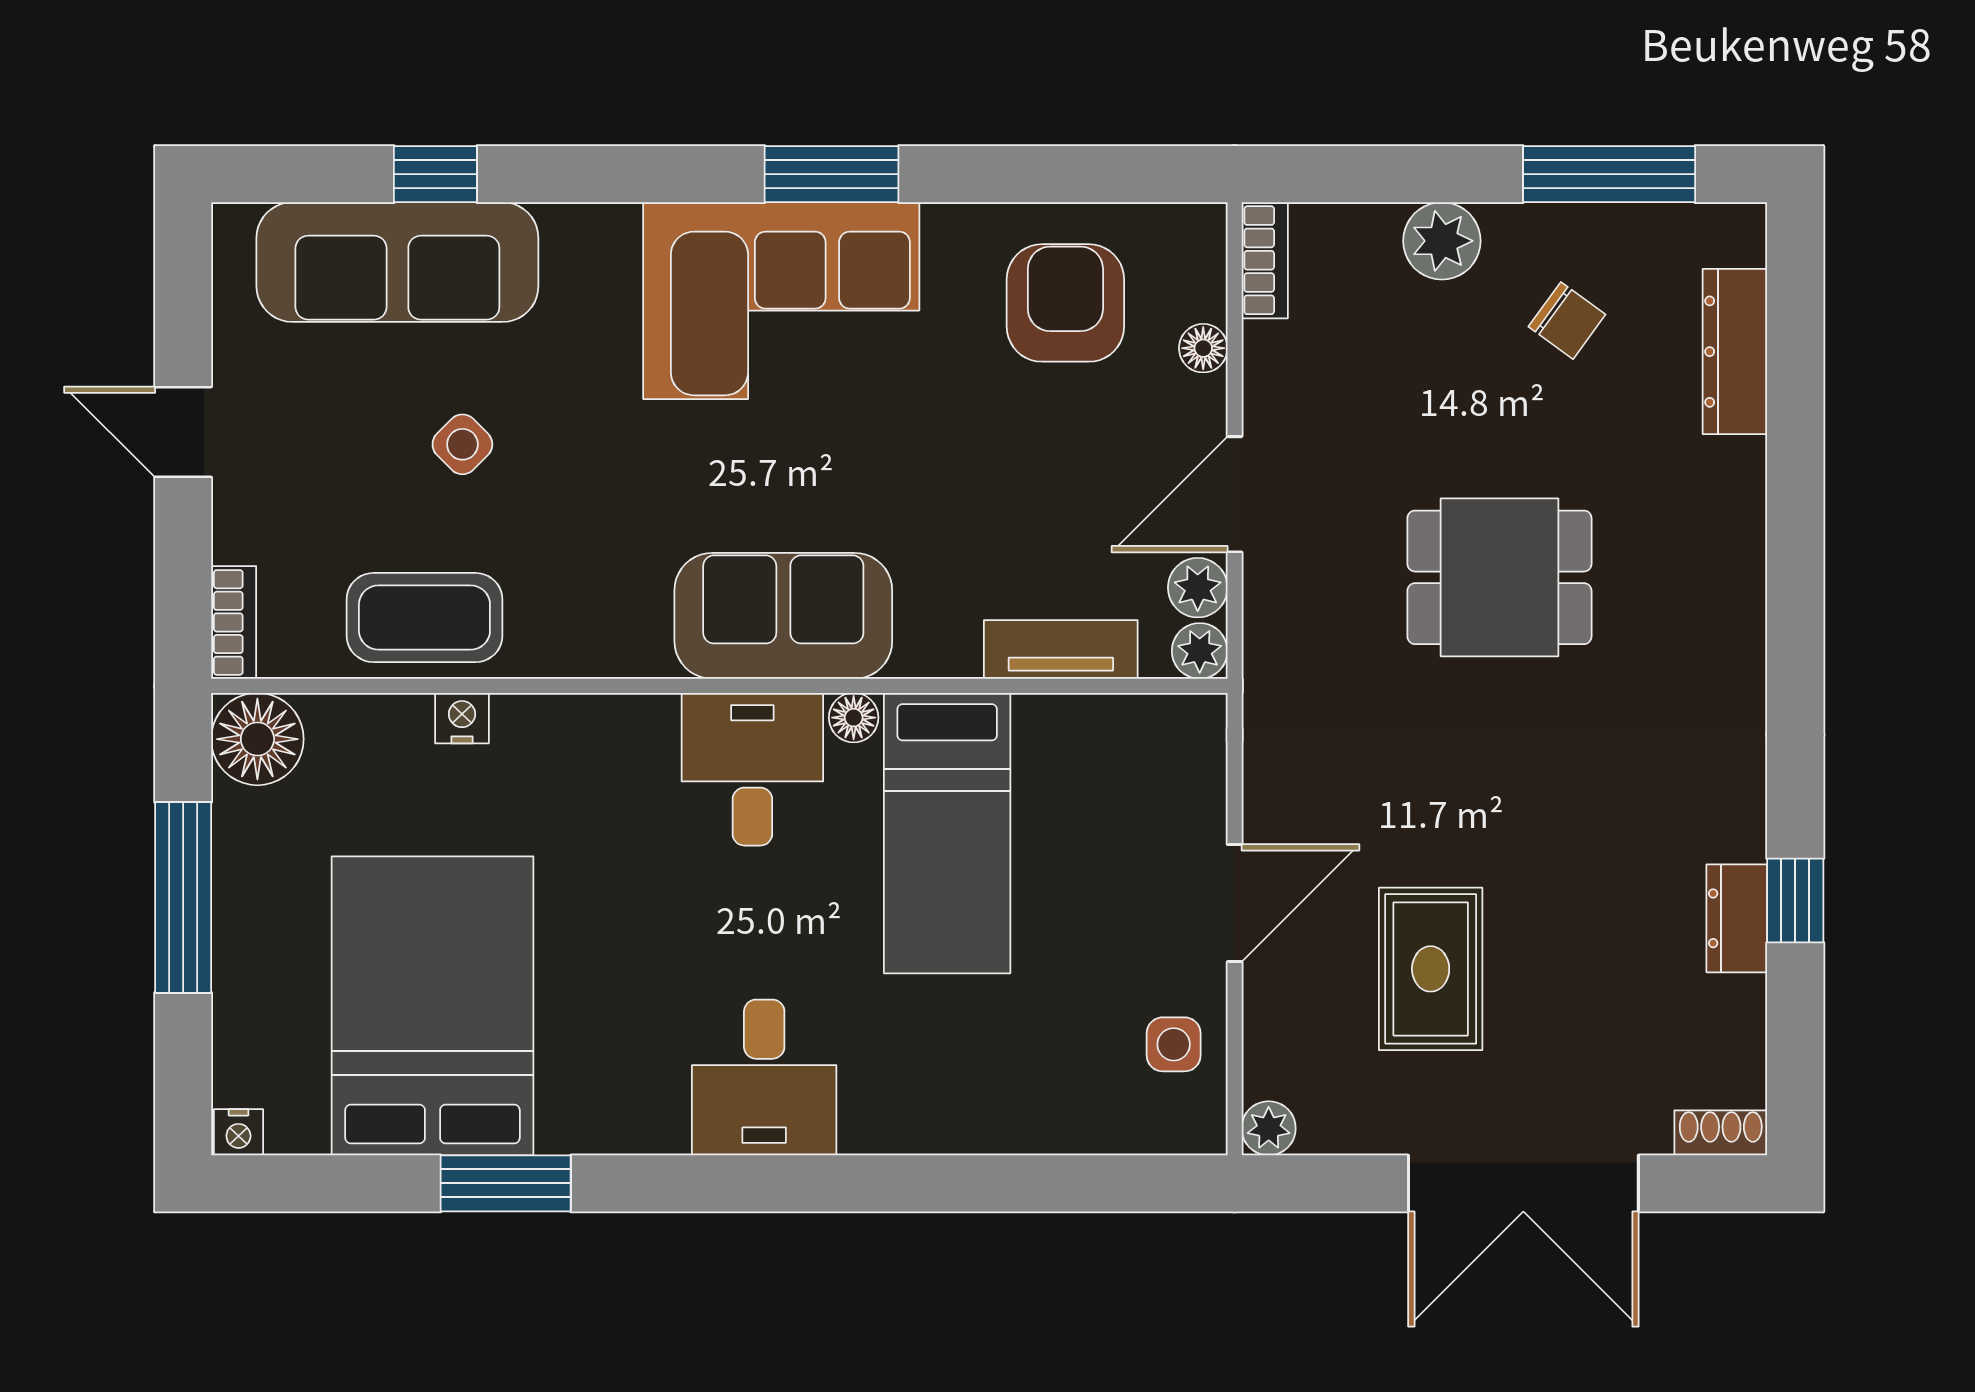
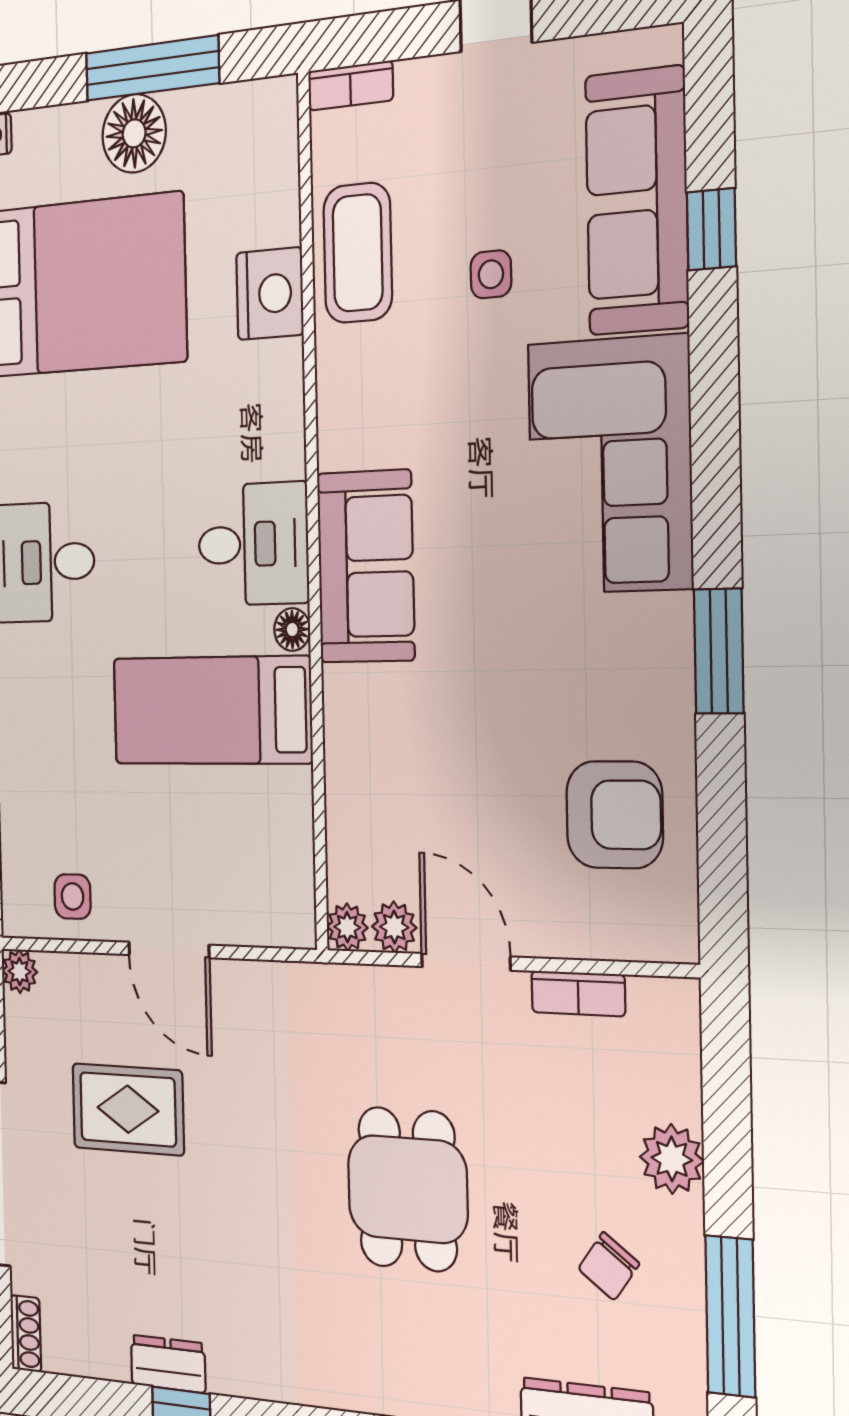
window: (832, 174) -> (719, 651), moved
bookcase: (1265, 260) -> (578, 993), moved
corner sofa: (781, 301) -> (610, 465), moved
floor lamp: (1203, 348) -> (580, 938), removed
side table: (462, 444) -> (491, 274), turned 45
tv unit: (1061, 649) -> (346, 808), removed
nightstand: (462, 718) -> (270, 294), width x1.89, depth x1.79
floor lamp: (257, 739) -> (134, 133), moved

